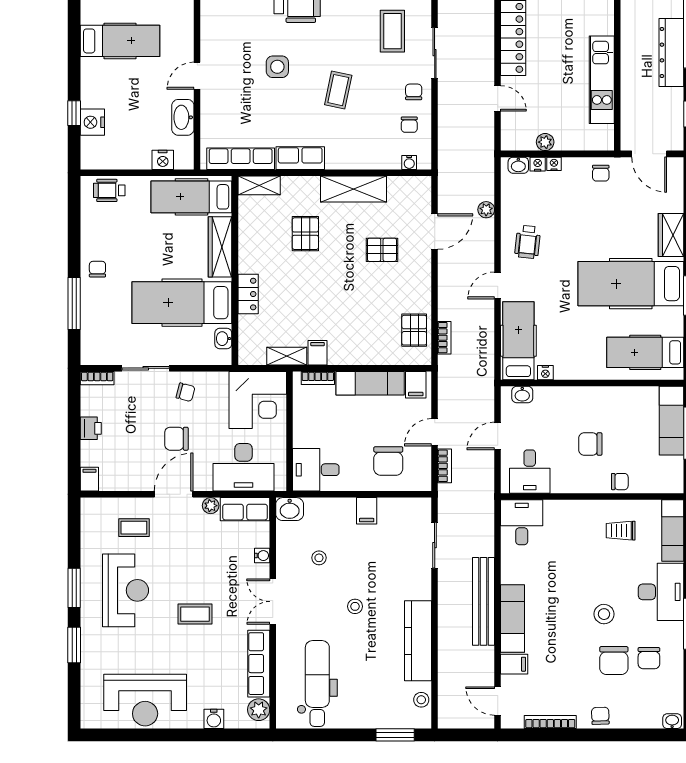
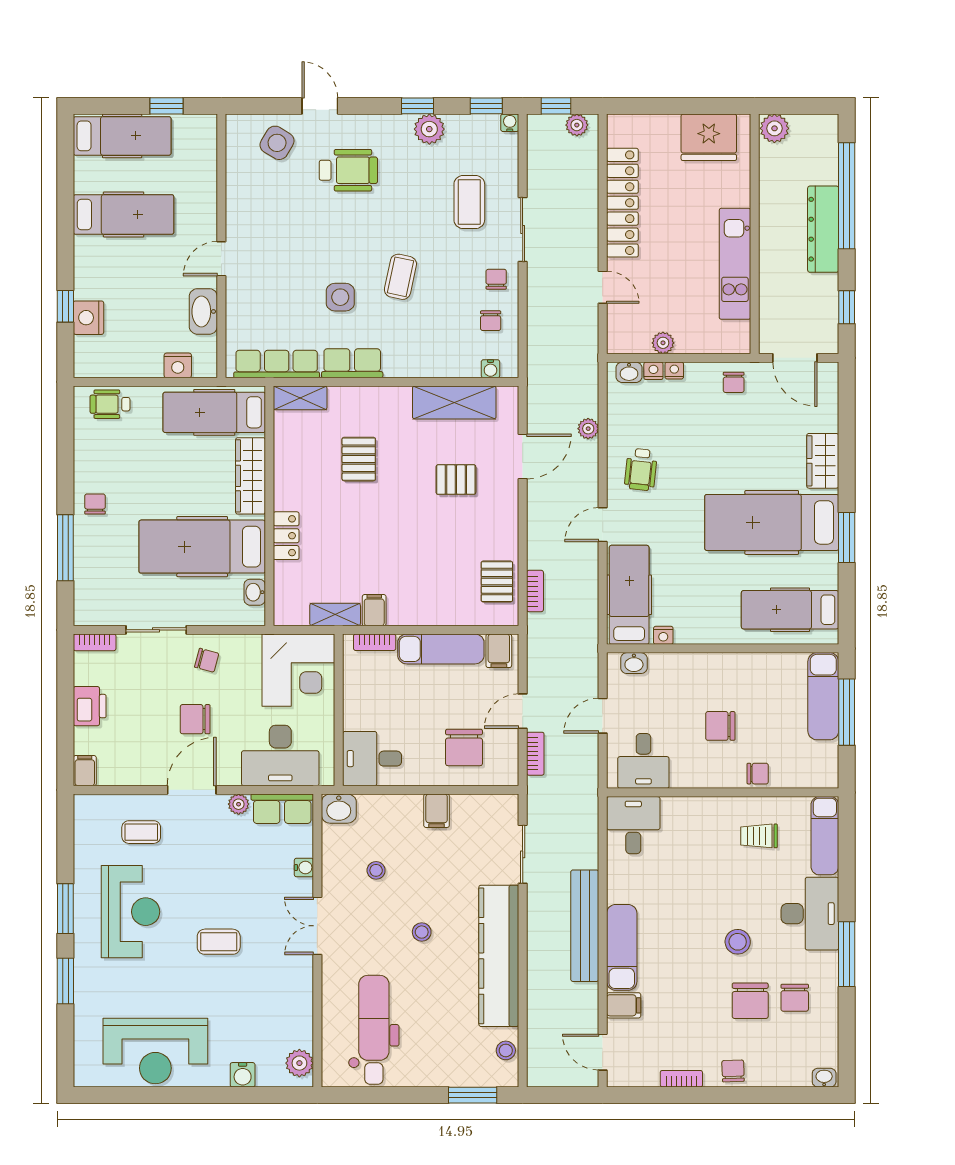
side table: (277, 67) -> (340, 297), moved
shelving: (354, 189) -> (454, 403), moved
printer: (91, 428) -> (90, 706), width x1.36, depth x1.24
kitchen counter: (418, 641) -> (499, 956), width x1.39, depth x1.17
row of seats: (259, 664) -> (300, 1005), removed
bookcase: (550, 722) -> (681, 1079), width x0.64

